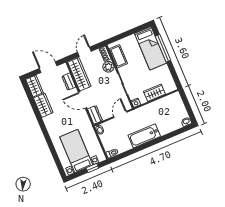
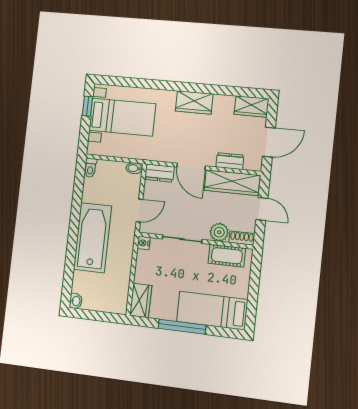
window: (163, 48) -> (182, 327), moved
wardrobe: (154, 93) -> (141, 301), moved
door: (83, 100) -> (191, 167), swing flipped
wardrobe: (43, 105) -> (194, 102), moved
door: (120, 114) -> (140, 210), hinge flipped
bathtub: (144, 136) -> (92, 238), width x1.36, depth x1.36
window: (92, 168) -> (87, 106), moved

